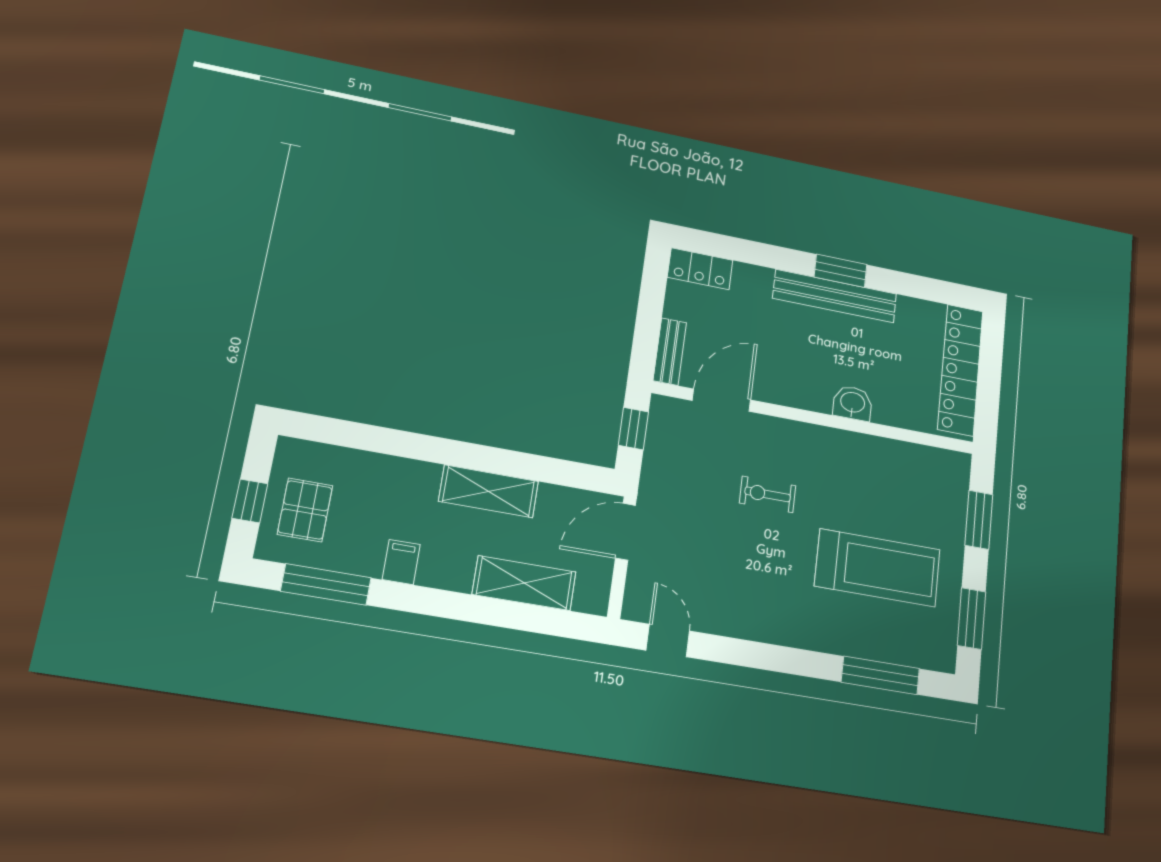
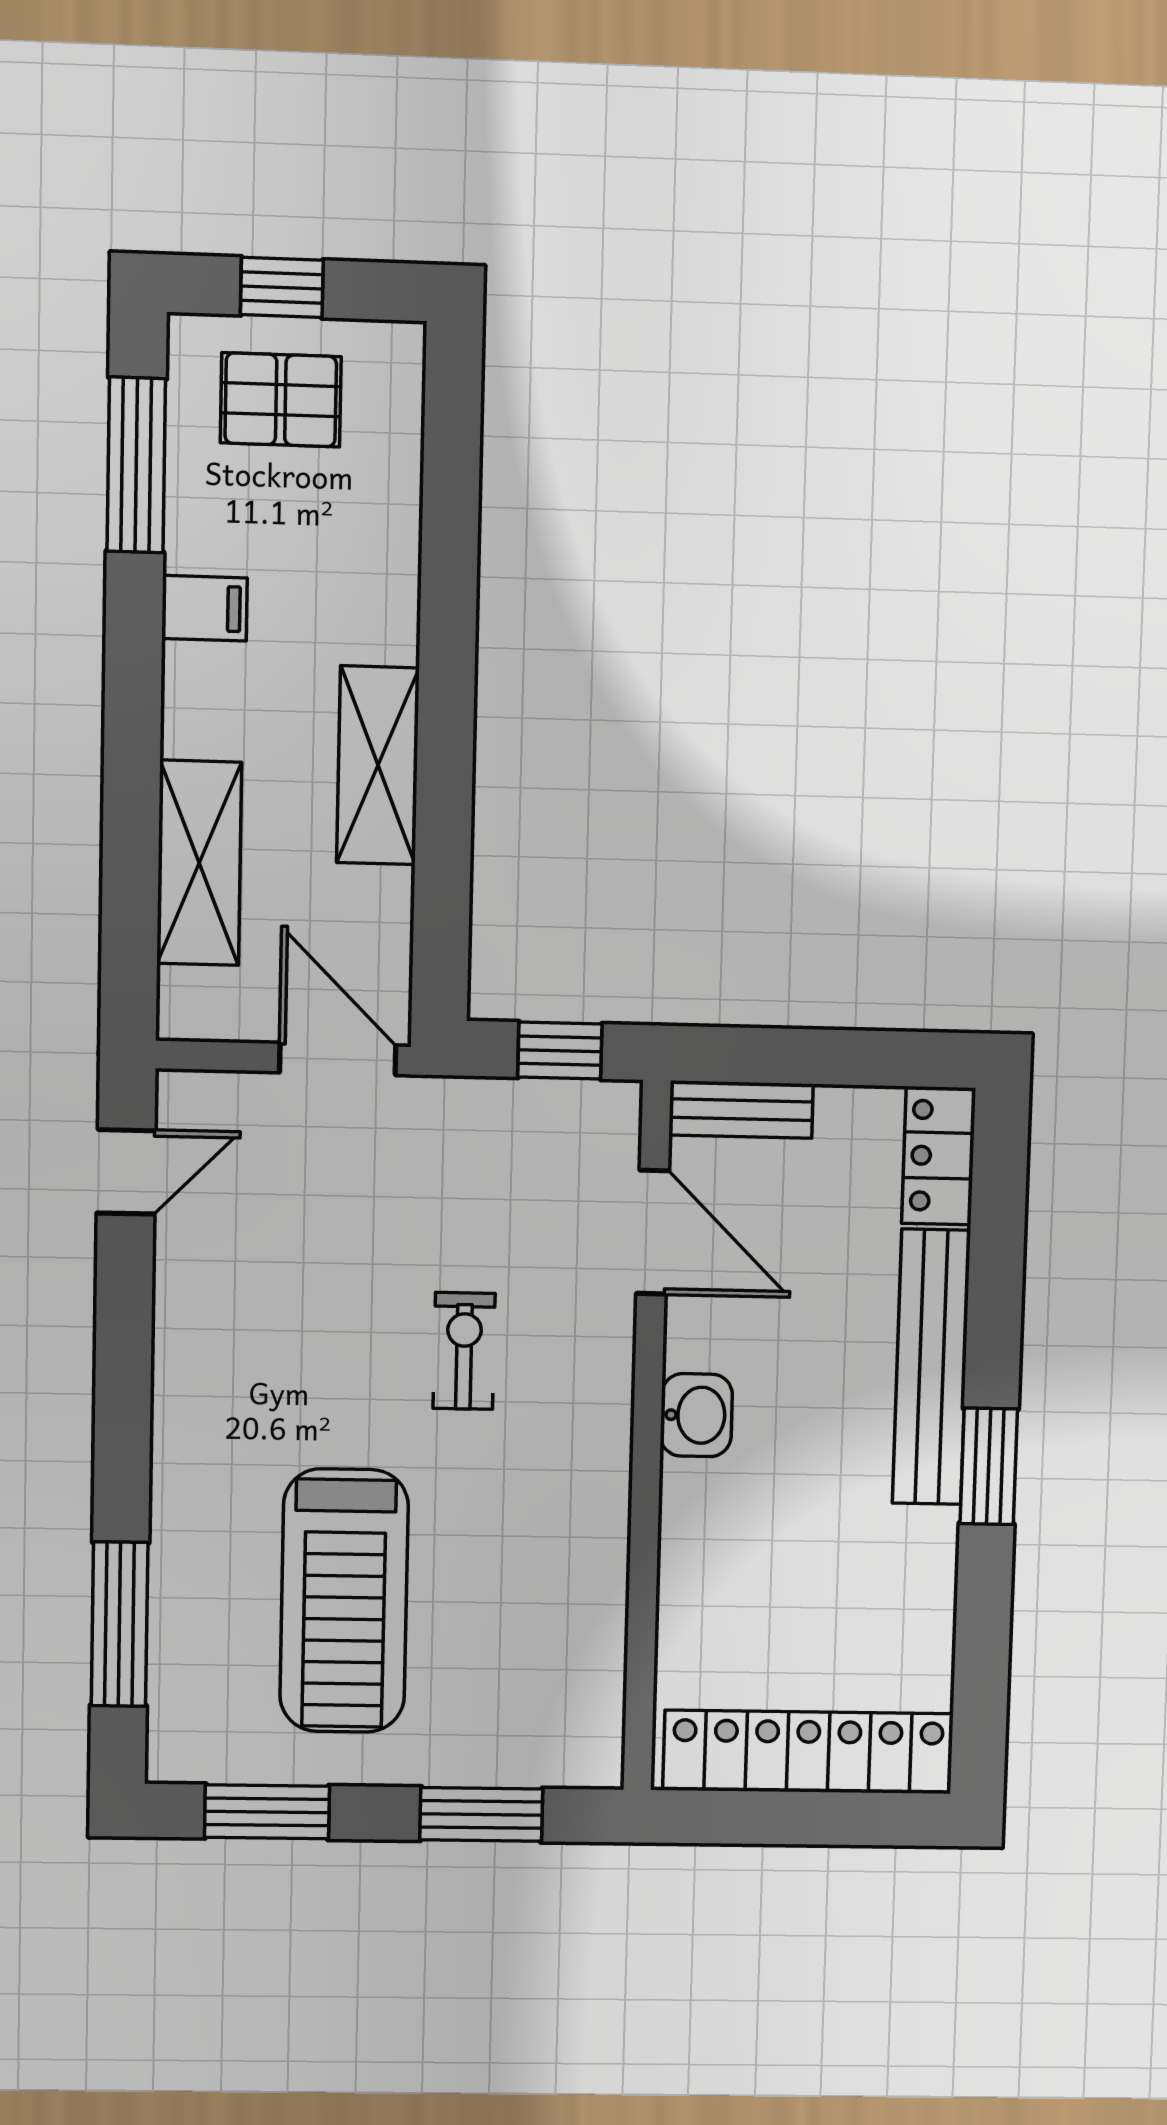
bench: (835, 296) -> (931, 1367), moved
washbasin: (853, 403) -> (696, 1415), moved

